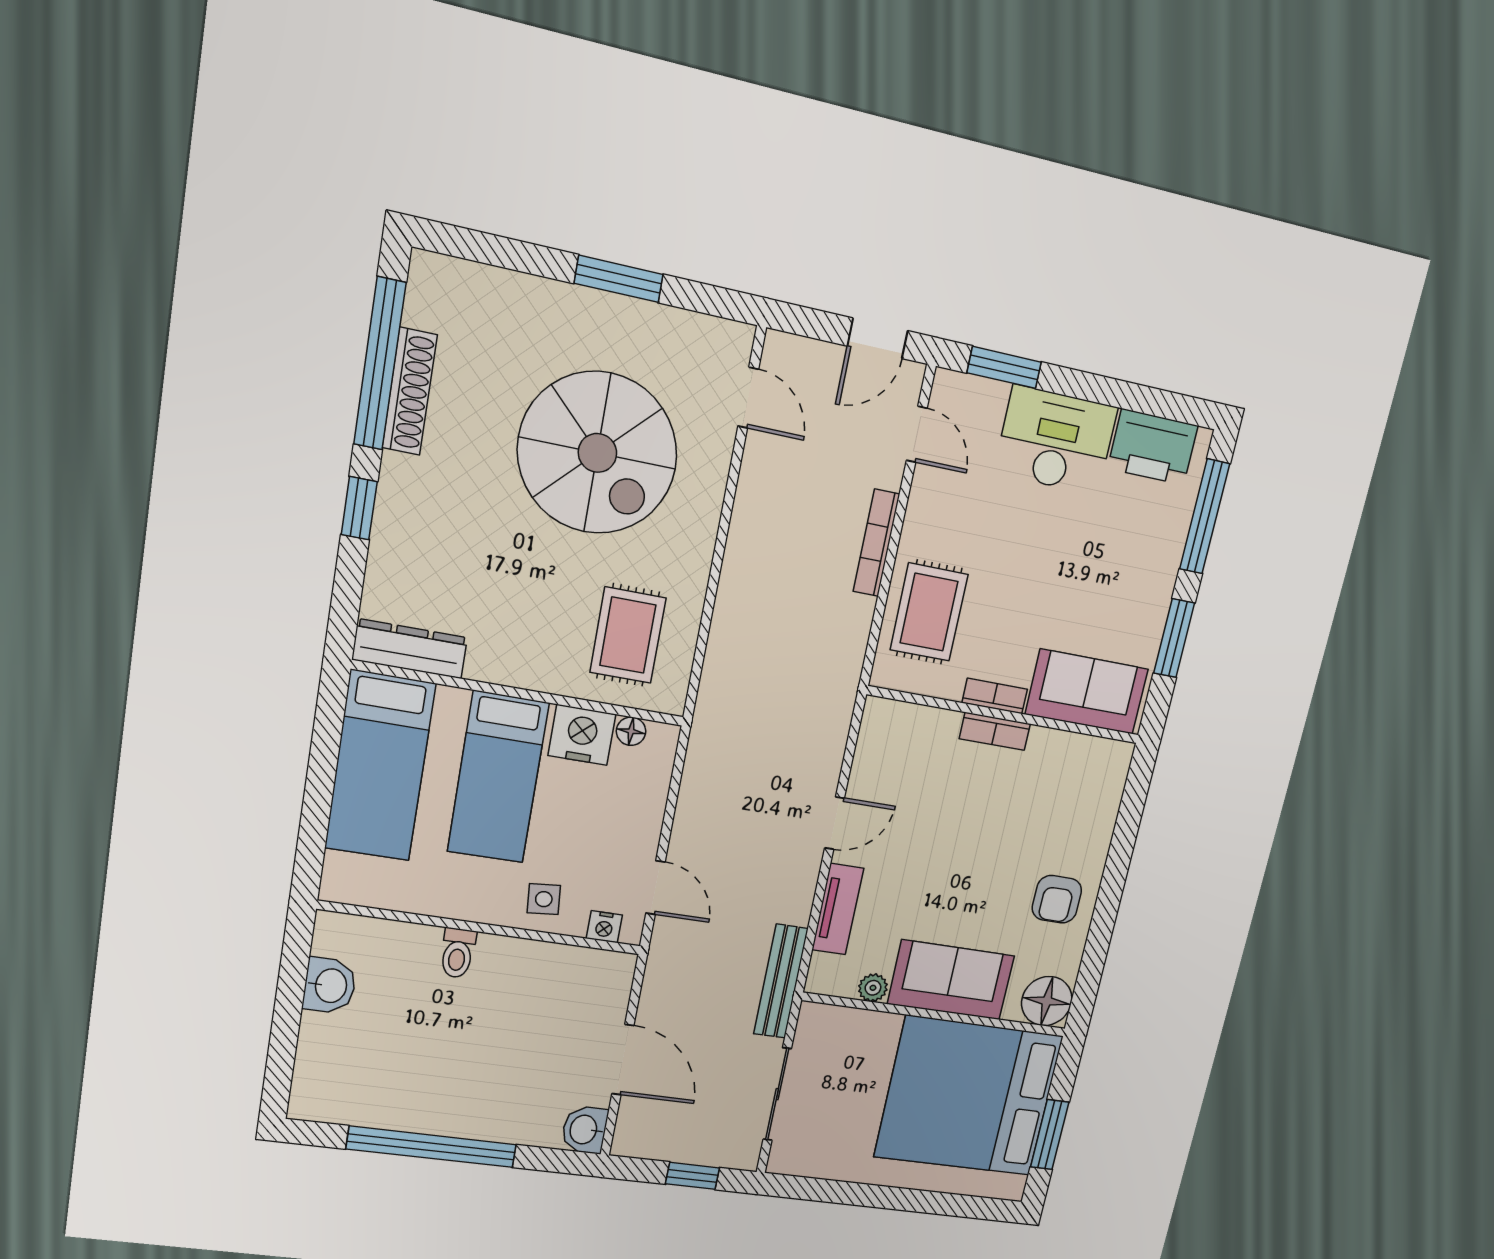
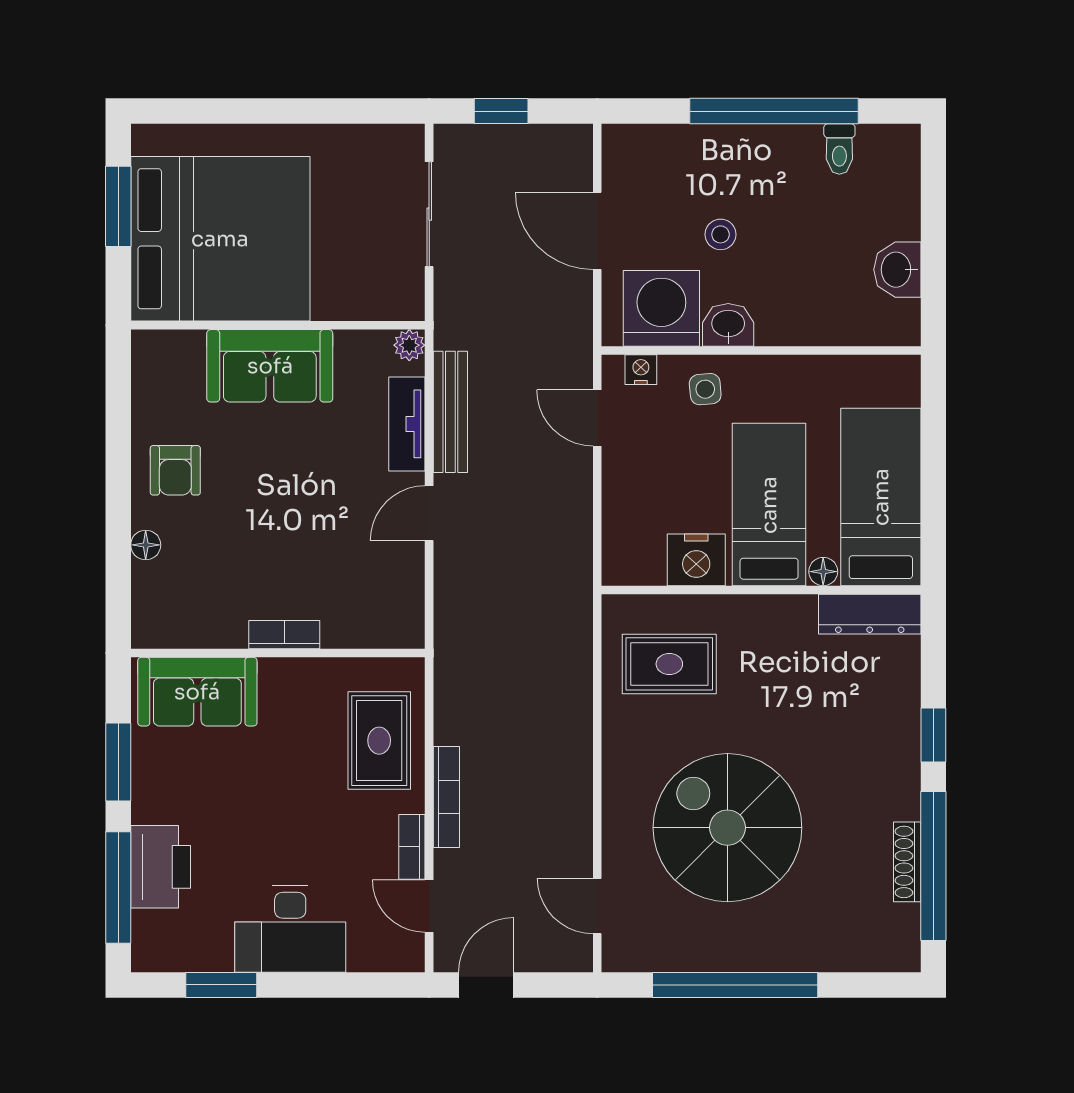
window: (619, 279) -> (735, 985), width x2.11
window: (1004, 367) -> (221, 985), moved
shoe rack: (410, 391) -> (907, 862), width x0.74, depth x0.81
printer: (1153, 447) -> (161, 867), moved, turned 90
rug: (628, 635) -> (669, 664), turned 90
bookcase: (995, 696) -> (412, 847), moved, turned 90
floor lamp: (631, 731) -> (823, 572), moved
armchair: (1057, 899) -> (175, 470), turned 180
toilet: (458, 953) -> (839, 149), moved, turned 180
washing machine: (574, 981) -> (661, 308), added
bench: (781, 981) -> (450, 412), moved
plant: (873, 988) -> (409, 345), moved
floor lamp: (1047, 1001) -> (146, 545), moved, width x0.53, depth x0.53
stool: (504, 1041) -> (721, 234), added
washbasin: (585, 1130) -> (728, 325), moved, turned -90

